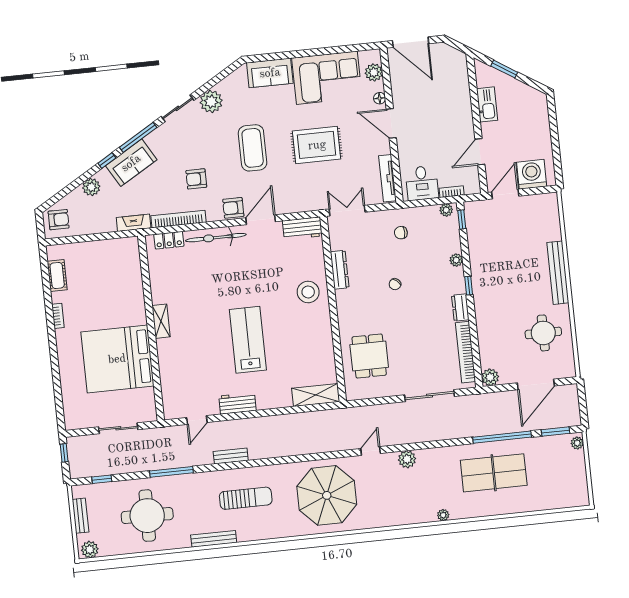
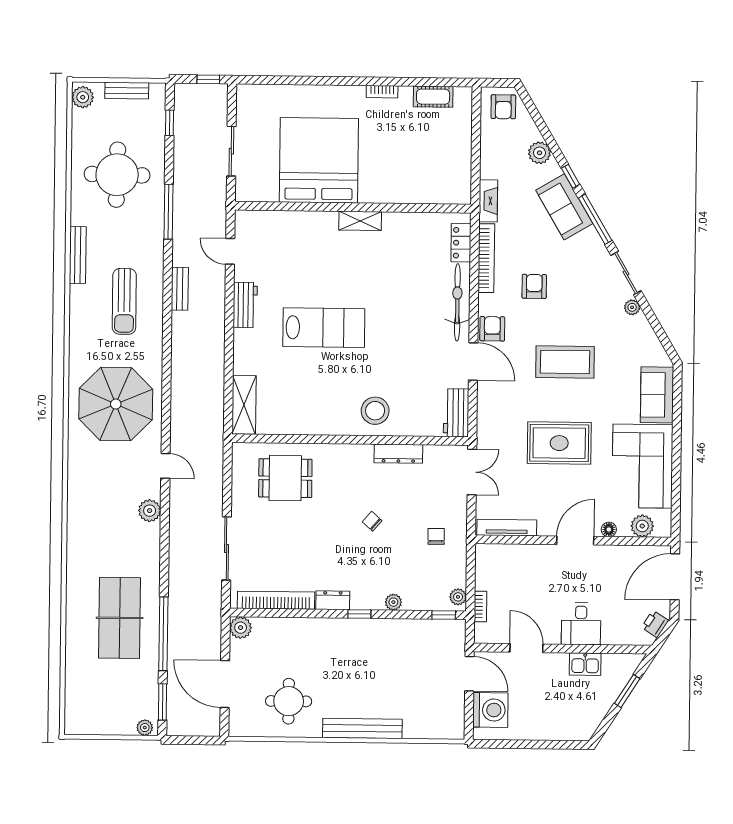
printer: (449, 53) -> (655, 624), added
plant: (211, 102) -> (632, 307), width x0.53, depth x0.53
kitchen sink: (487, 104) -> (585, 664), width x0.73
rug: (317, 145) -> (559, 443), turned 90
desk: (422, 183) -> (581, 624), moved, turned -90
plant: (443, 515) -> (74, 548), removed

